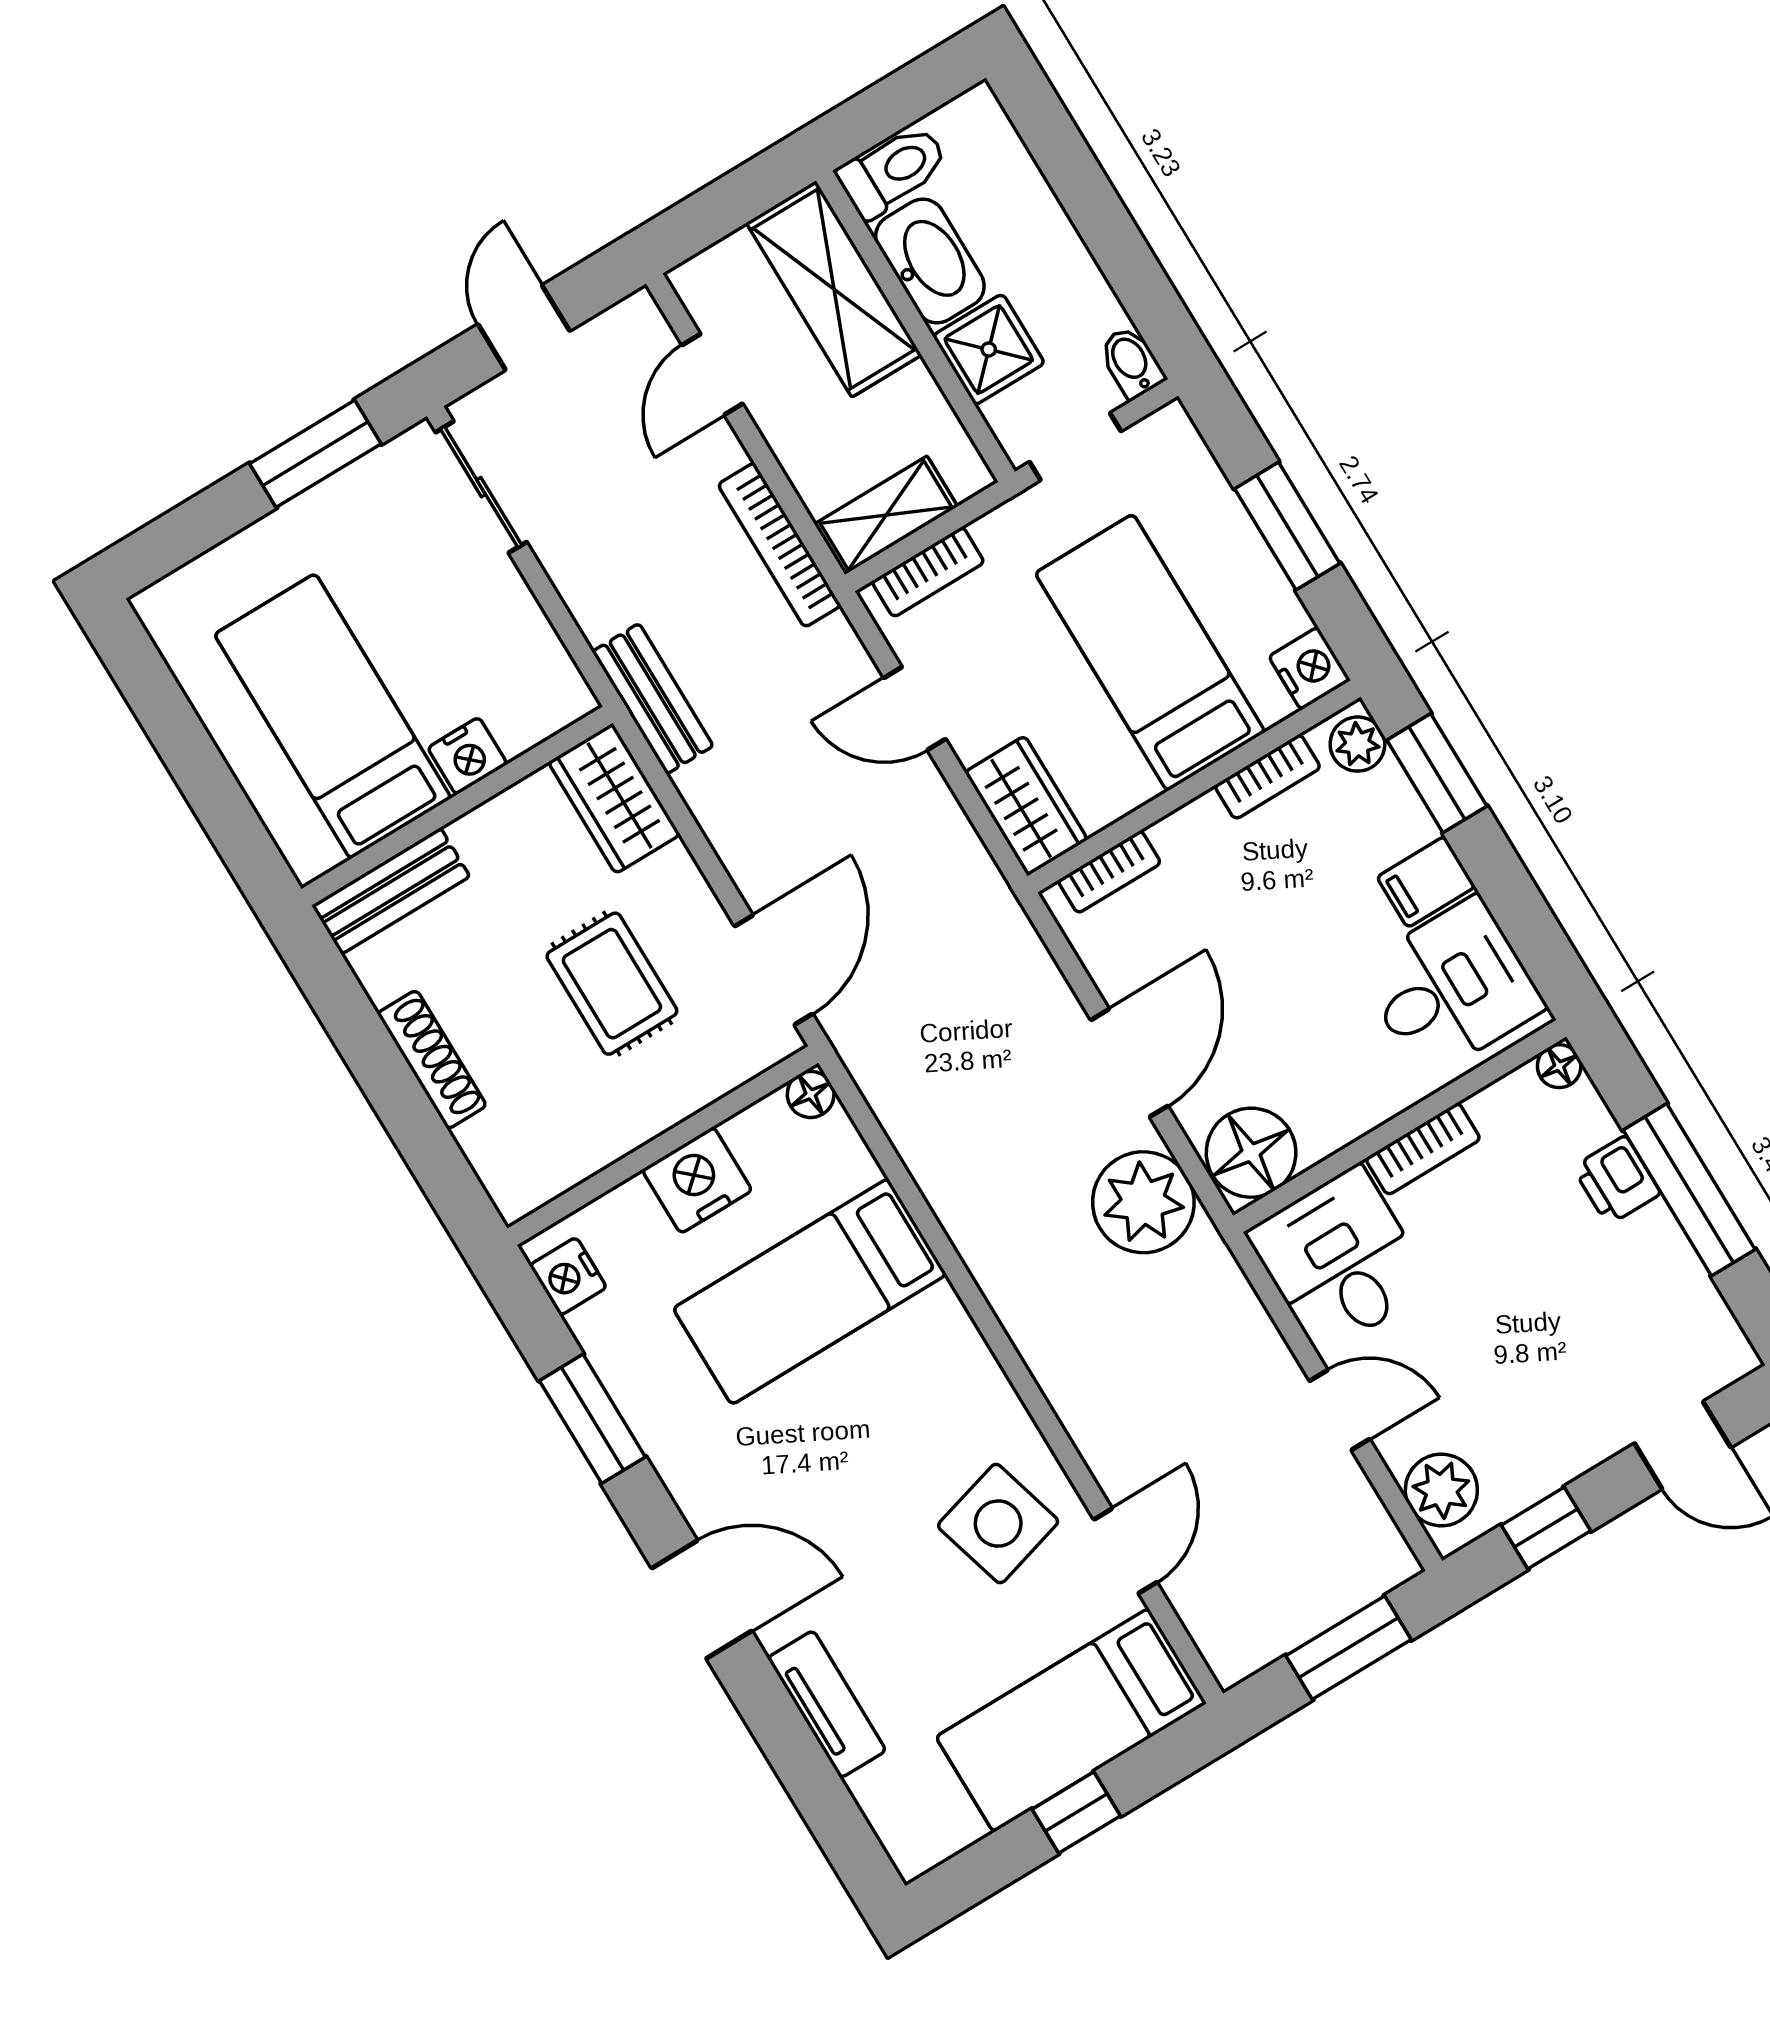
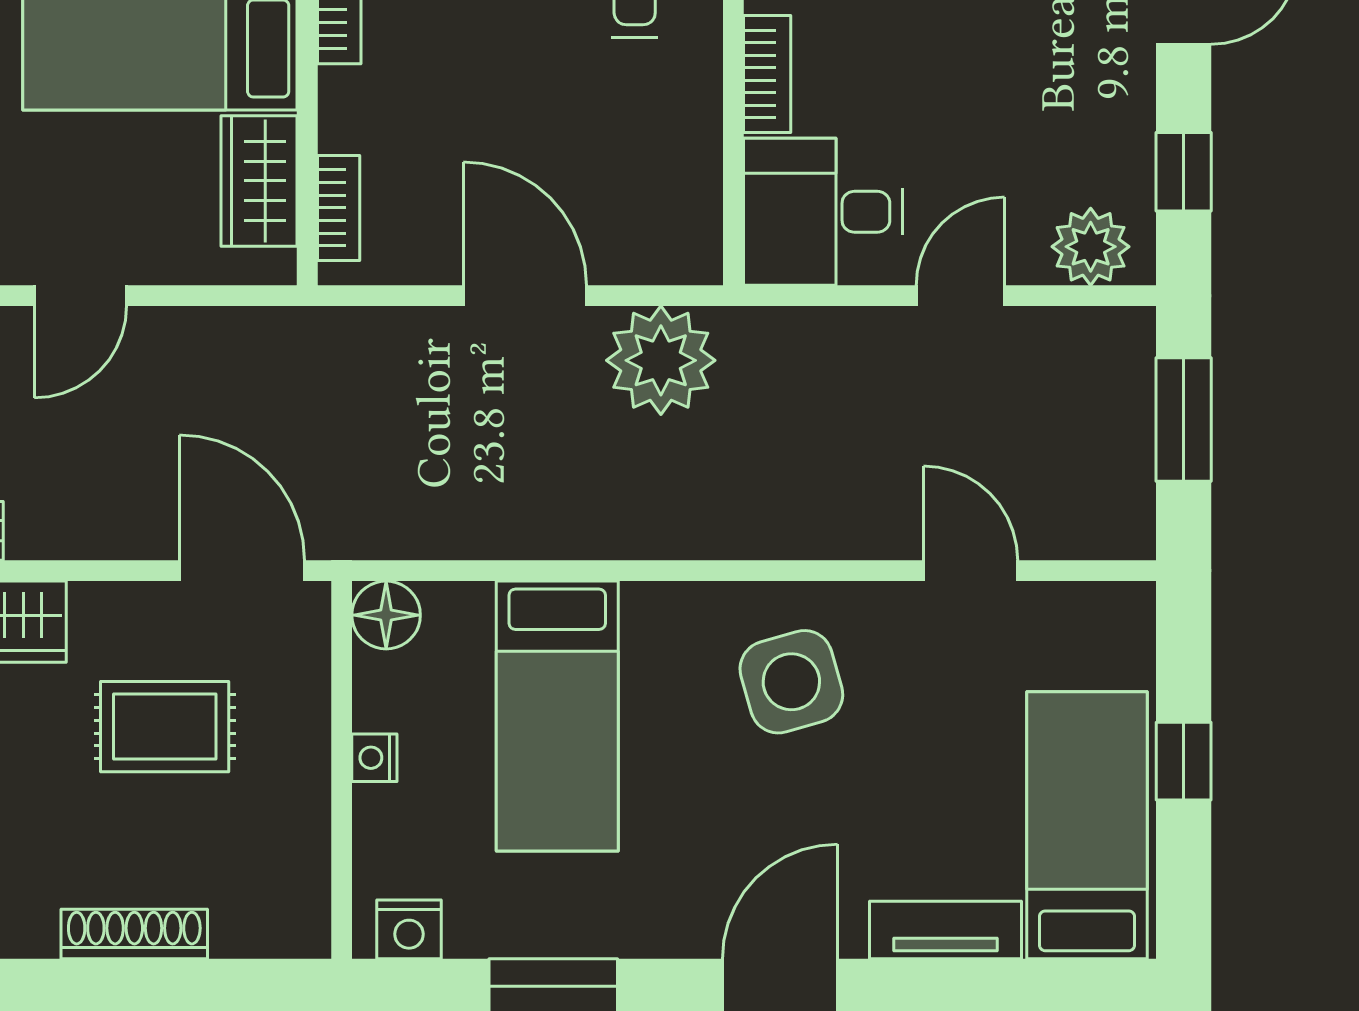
wardrobe: (1026, 806) -> (259, 181), moved, turned -90
floor lamp: (811, 1094) -> (386, 615), width x1.37, depth x1.37
floor lamp: (1251, 1153) -> (675, 234), removed
nightstand: (697, 1180) -> (374, 758), width x0.53, depth x0.56
side table: (998, 1524) -> (791, 682), moved
bed: (1071, 1720) -> (1087, 825), moved, turned 180

